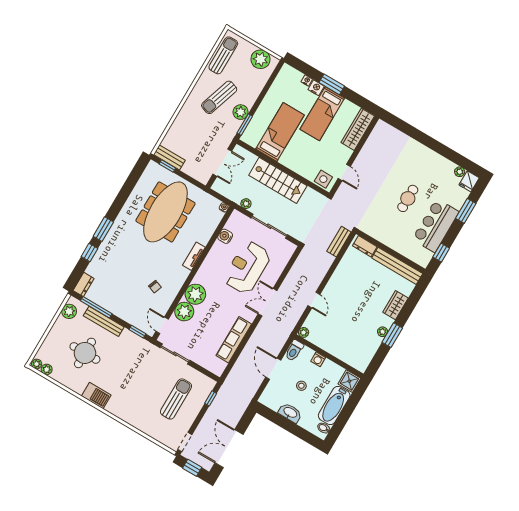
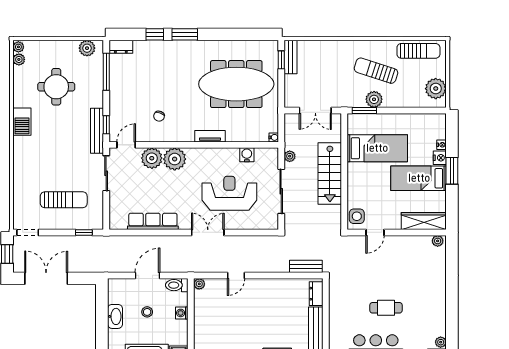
plant: (380, 128) -> (438, 241), added
bench: (104, 321) -> (97, 131), moved

